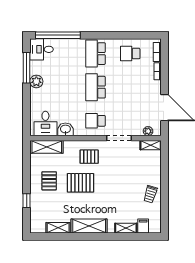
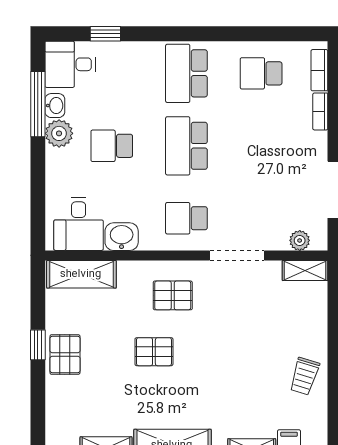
window: (58, 35) -> (105, 34), width x0.32
washbasin: (34, 69) -> (55, 106), added
school desk: (61, 87) -> (112, 146), added
pallet: (49, 181) -> (65, 354), moved
pallet: (80, 183) -> (154, 352), width x0.67, depth x0.71
window: (27, 201) -> (38, 345), moved

